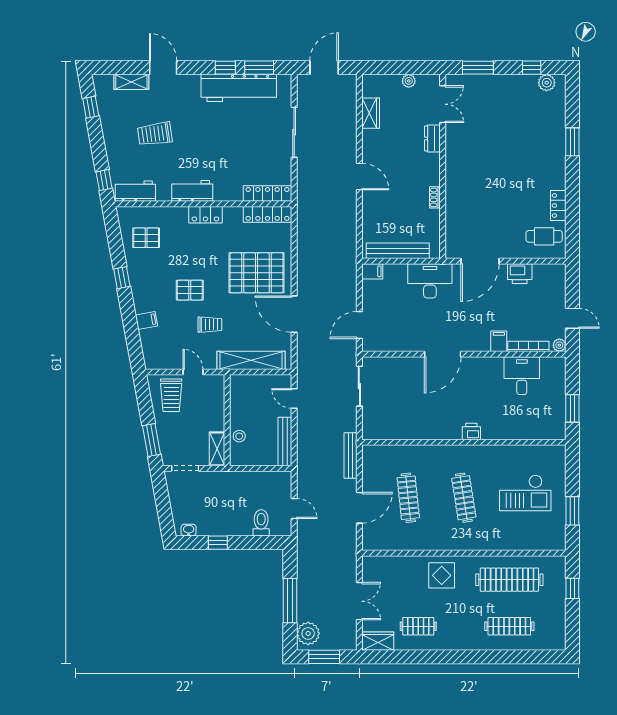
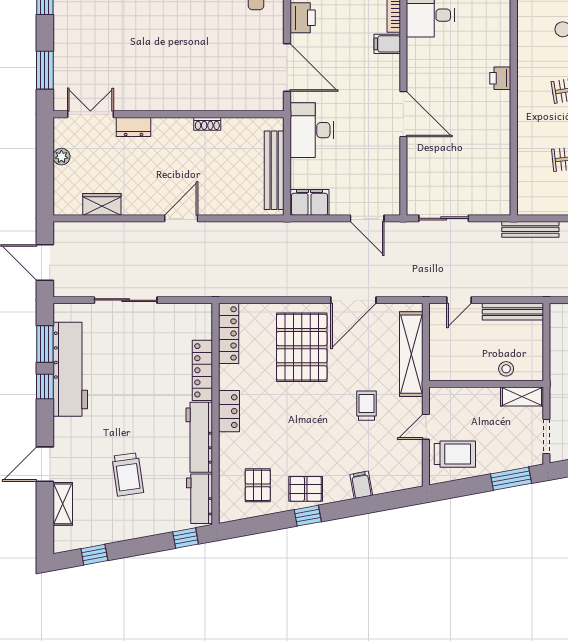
workbench: (192, 191) -> (199, 437), width x1.38
locker: (268, 194) -> (202, 370), moved
filing cabinet: (372, 271) -> (309, 202), width x2.00
pallet: (190, 290) -> (306, 489), moved, turned 90

